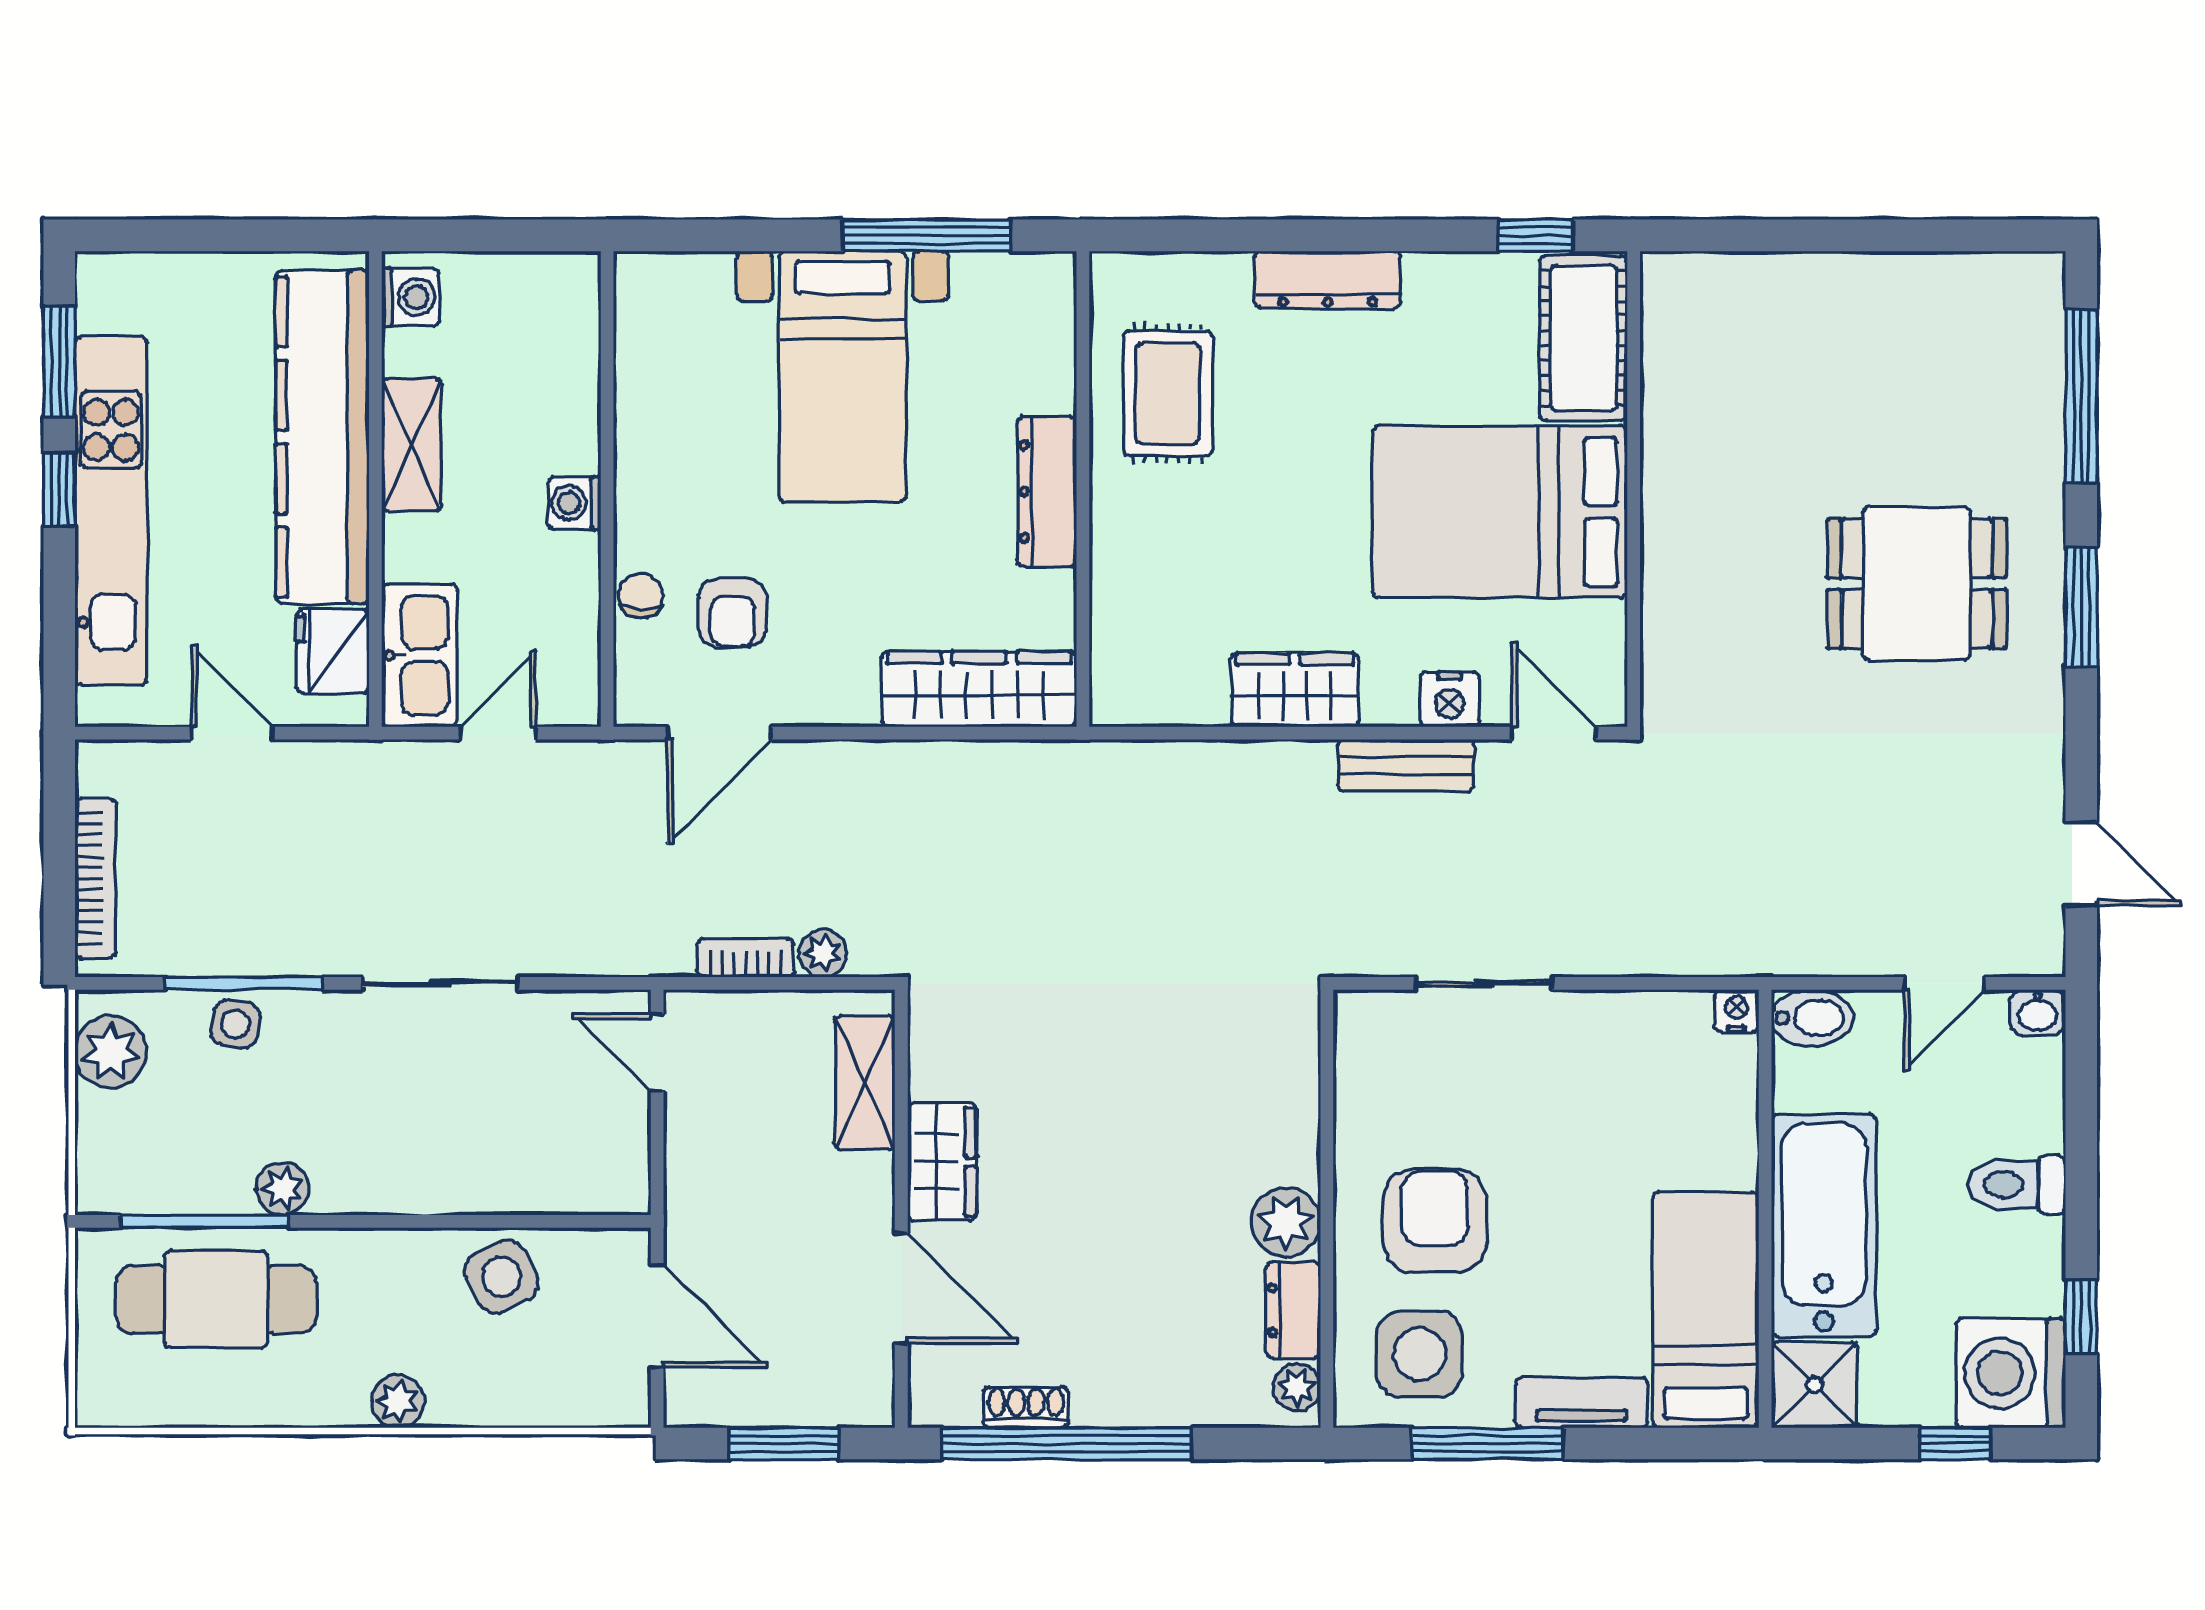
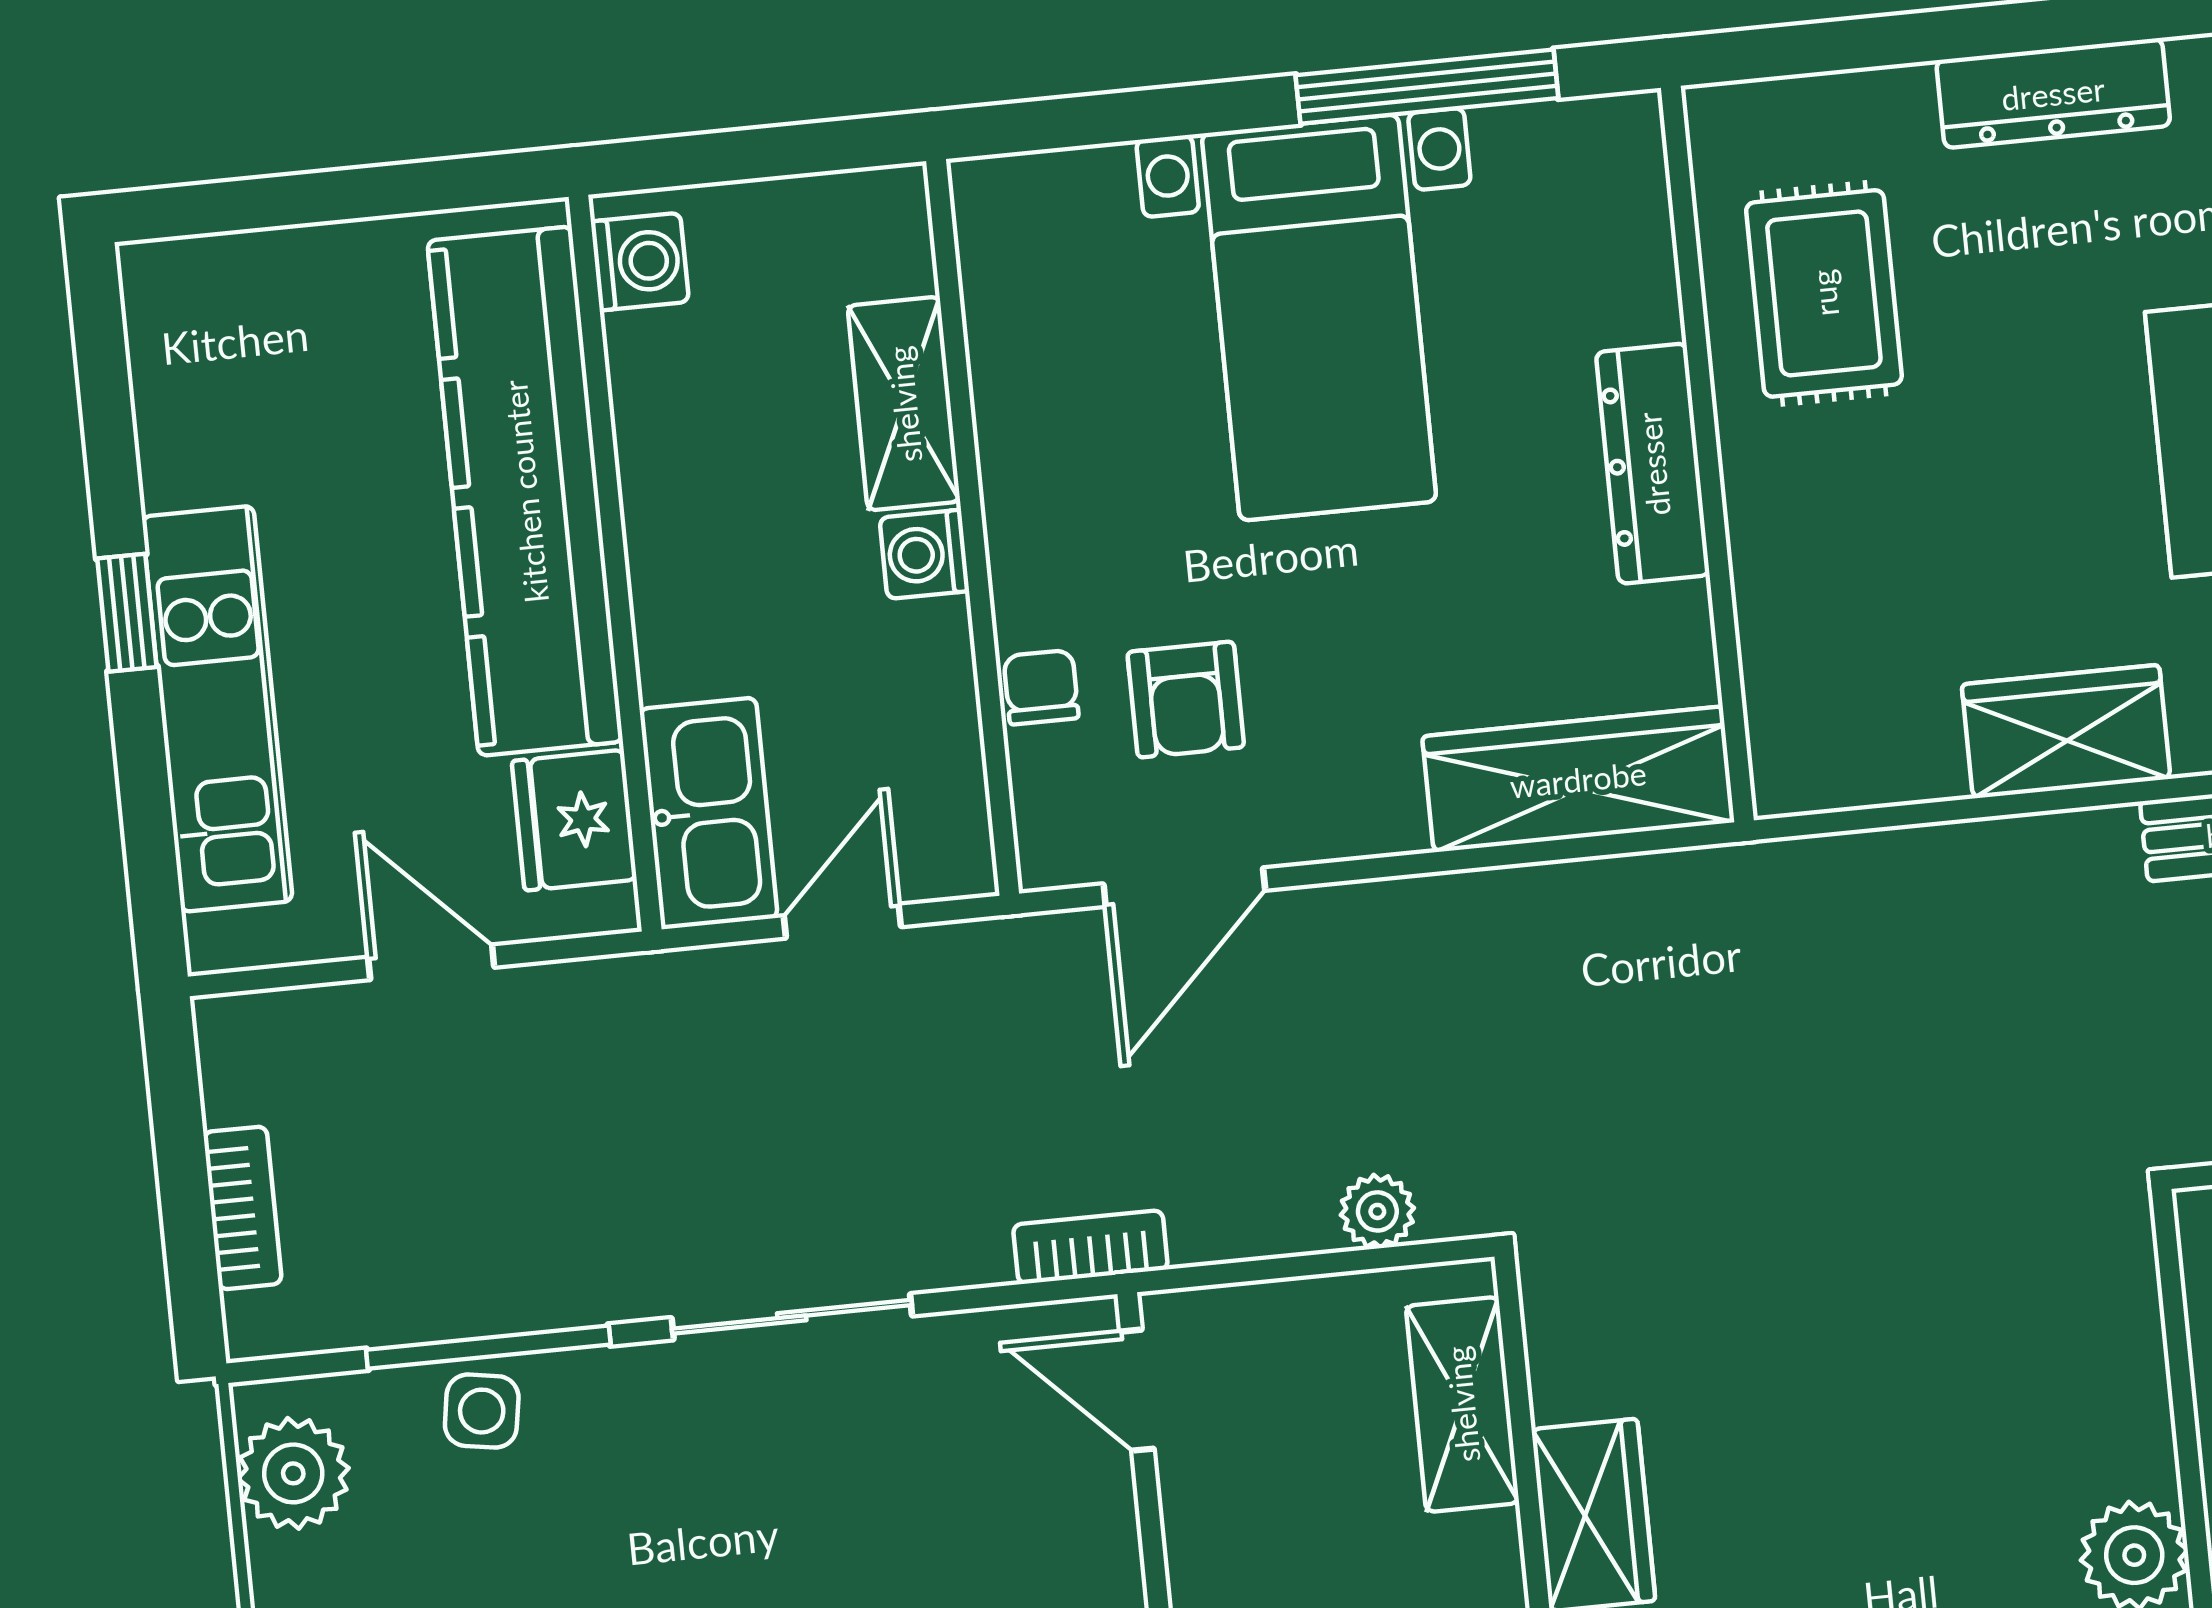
window: (59, 362) -> (107, 415), removed
shelving: (412, 445) -> (904, 404), moved
kitchen unit: (111, 510) -> (217, 709), width x0.73
bookcase: (95, 878) -> (243, 1208), width x0.64
bookcase: (745, 958) -> (1090, 1247), moved

